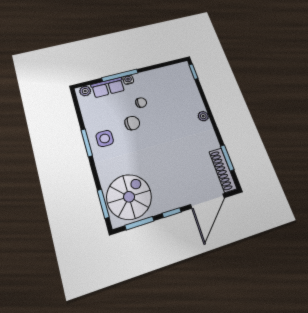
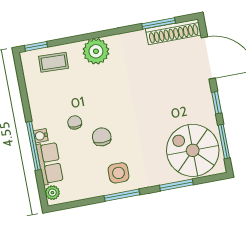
coffee table: (184, 84) -> (54, 62), added
plant: (203, 116) -> (96, 51), width x1.88, depth x1.88
window: (103, 204) -> (176, 185), moved

